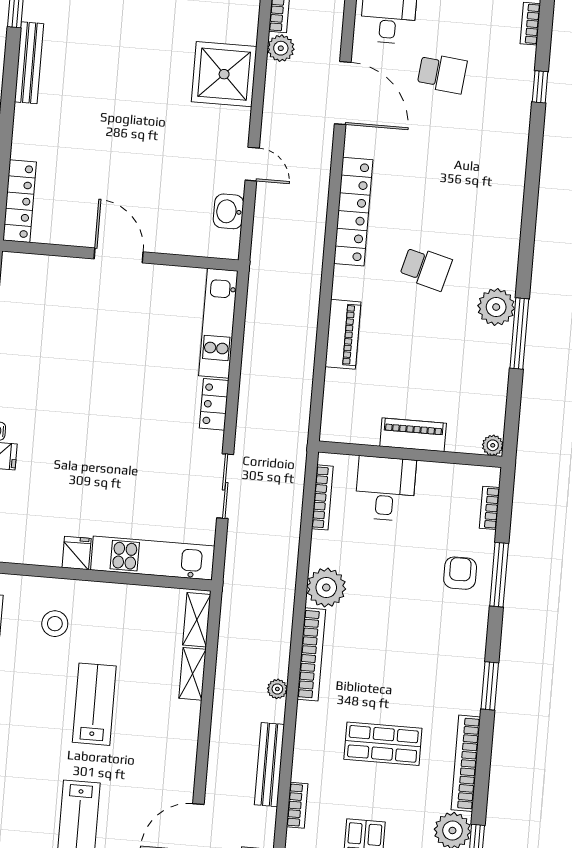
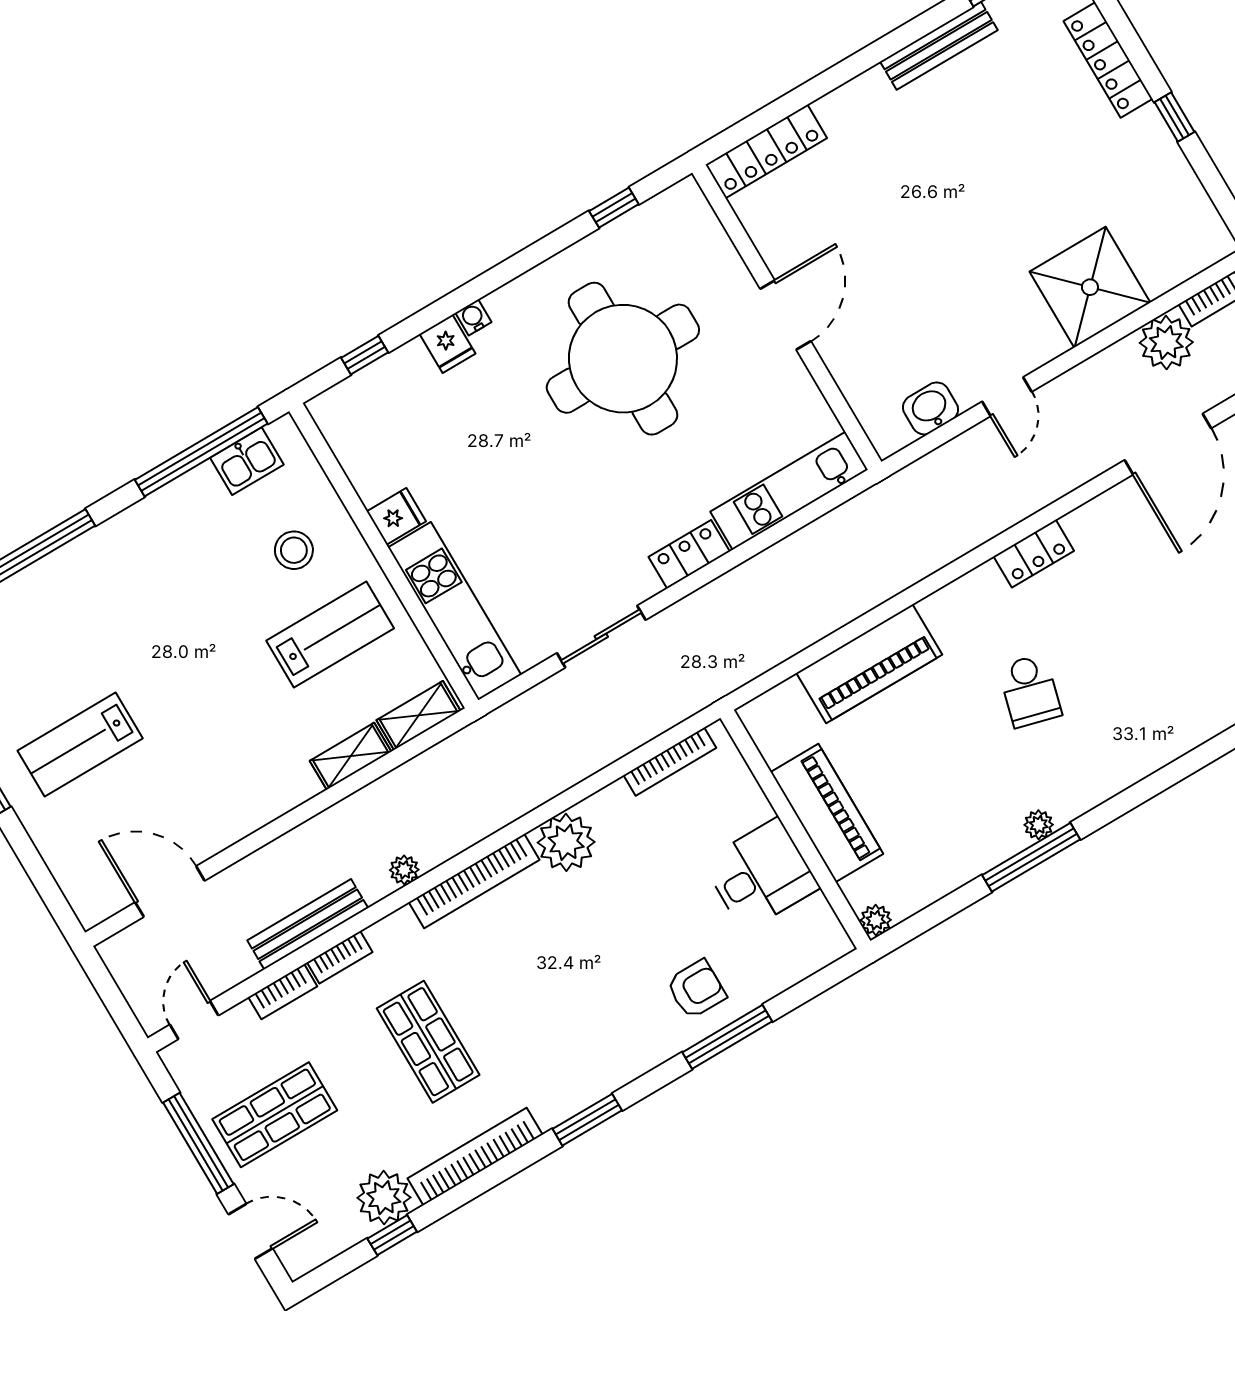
plant: (281, 48) -> (1166, 343), width x1.36, depth x1.36
locker: (353, 212) -> (1034, 554), width x0.46, depth x0.83
plant: (496, 307) -> (1039, 825), width x0.53, depth x0.53
piano: (343, 334) -> (869, 664), width x1.37, depth x1.33
round table: (78, 364) -> (623, 359), added
piano: (413, 435) -> (827, 813), width x1.37, depth x1.33
desk: (386, 488) -> (761, 875), moved
bookcase: (490, 508) -> (340, 957), moved, turned 180
lab bench: (94, 704) -> (330, 634), moved

